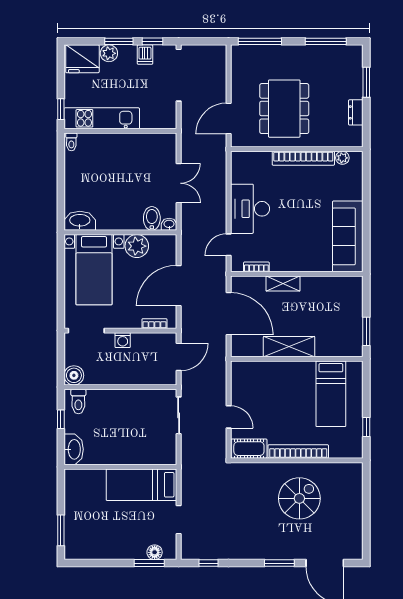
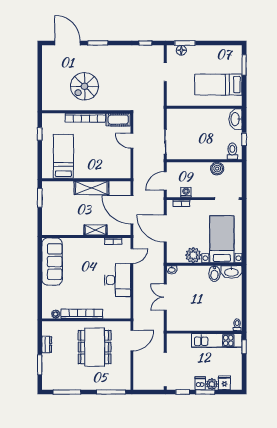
dishwasher: (145, 55) -> (200, 383), moved
fridge: (82, 59) -> (224, 383), width x0.53, depth x0.75
bidet: (152, 218) -> (214, 274), moved
door: (179, 286) -> (165, 229), swing flipped
washing machine: (123, 340) -> (186, 192), moved
boiler: (74, 375) -> (217, 169), moved
bed: (141, 485) -> (218, 85), moved, turned 180

